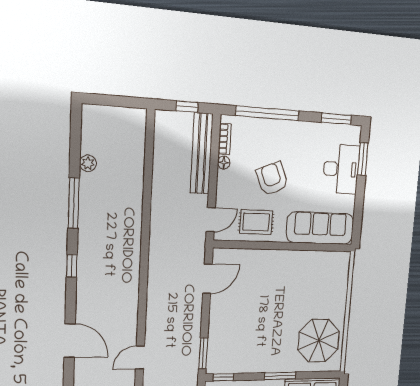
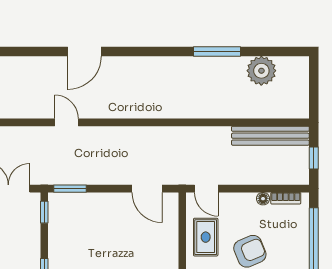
bench: (202, 154) -> (270, 136), moved
plant: (88, 163) -> (261, 71), width x1.88, depth x1.88
window: (72, 266) -> (157, 52), removed

